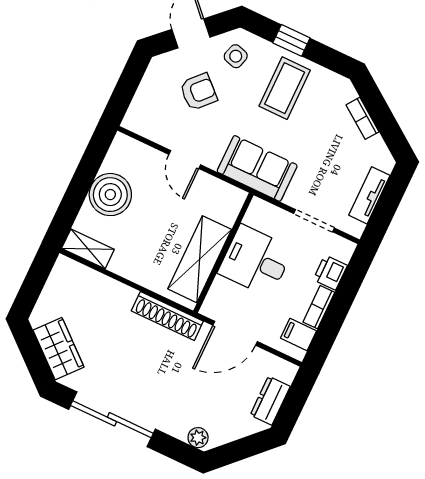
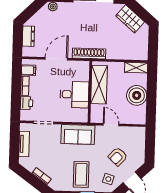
wall: (223, 253) -> (90, 92), moved
shelving: (200, 259) -> (99, 85), moved
desk: (256, 261) -> (74, 94), moved

